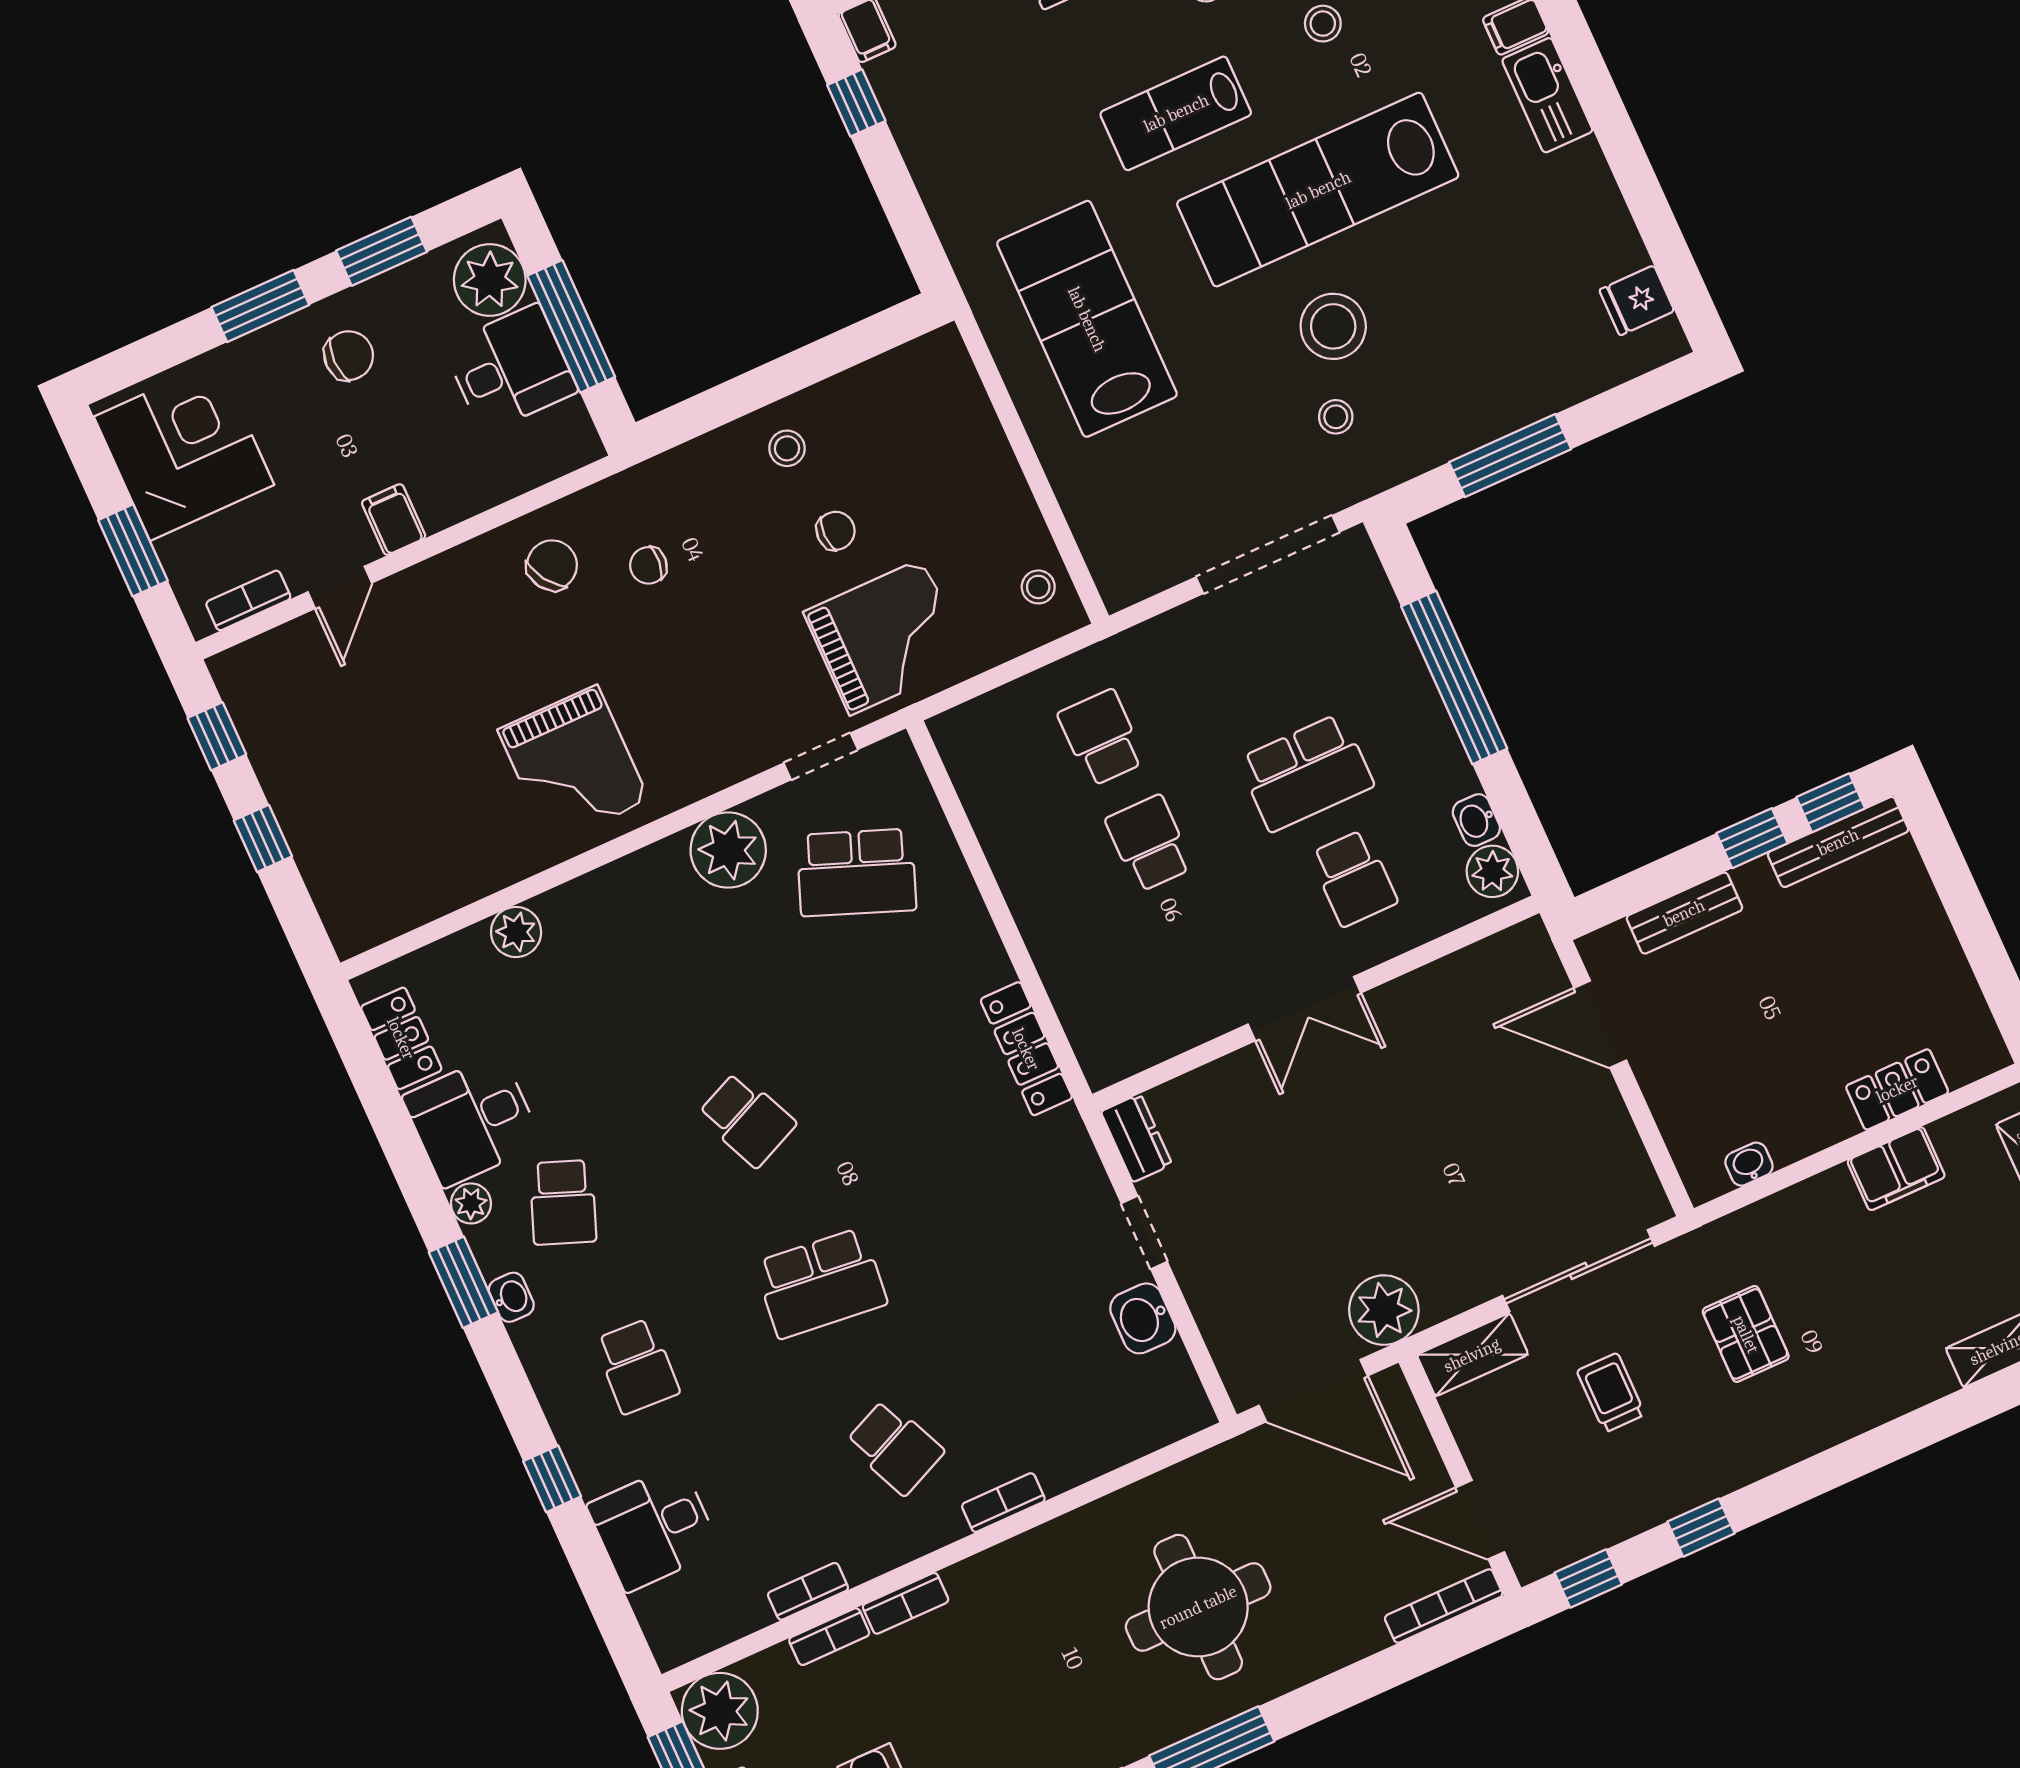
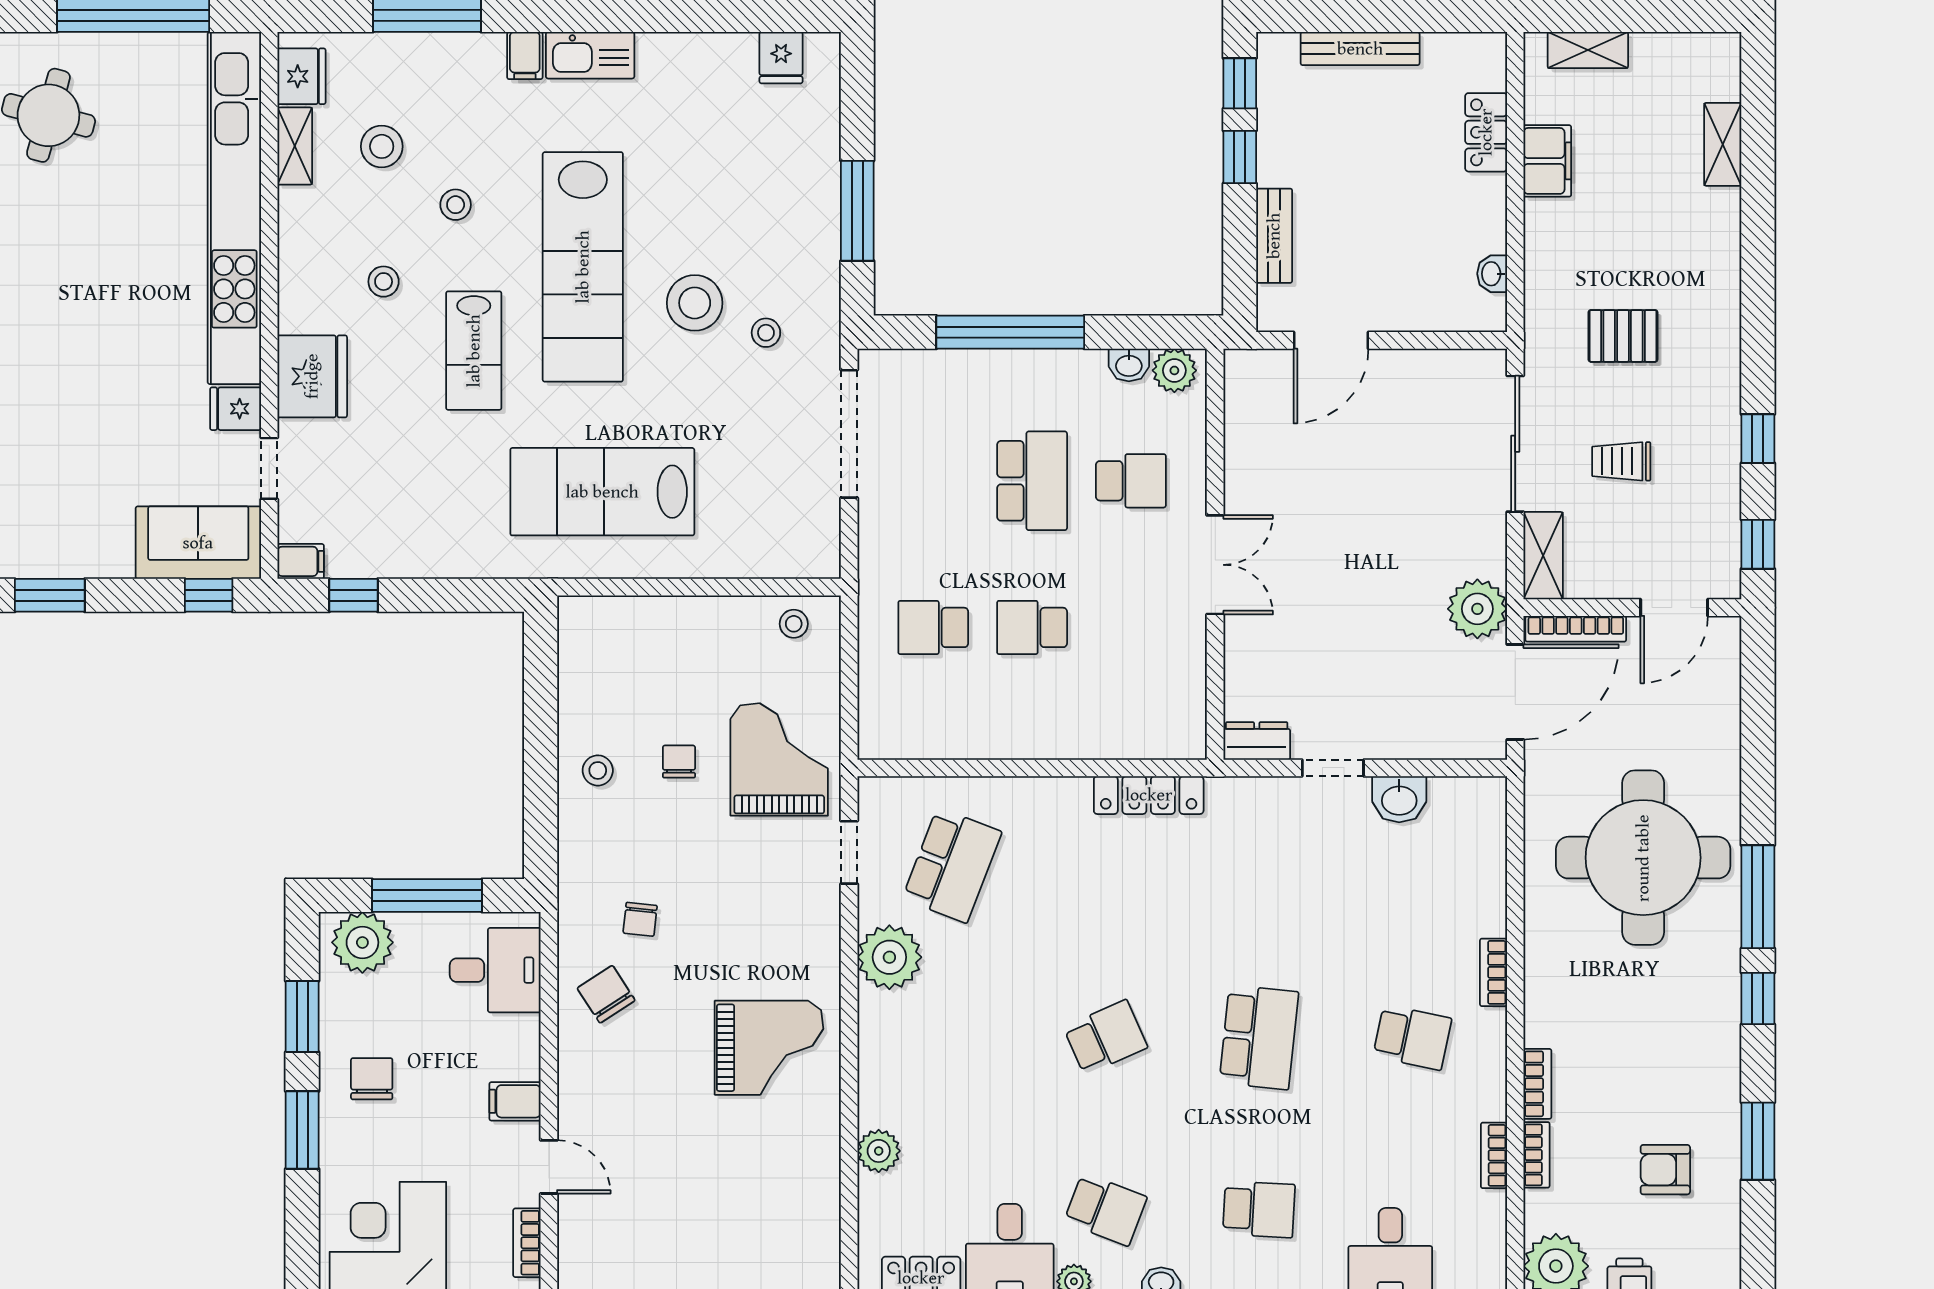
desk: (511, 368) -> (495, 970), moved, turned 90
bench: (1838, 842) -> (1360, 49), moved, turned 90
school desk: (895, 1447) -> (1412, 1037), turned 36
bookcase: (1444, 1606) -> (1576, 629), moved, turned -90
round table: (1198, 1607) -> (1643, 858), width x1.36, depth x1.36

